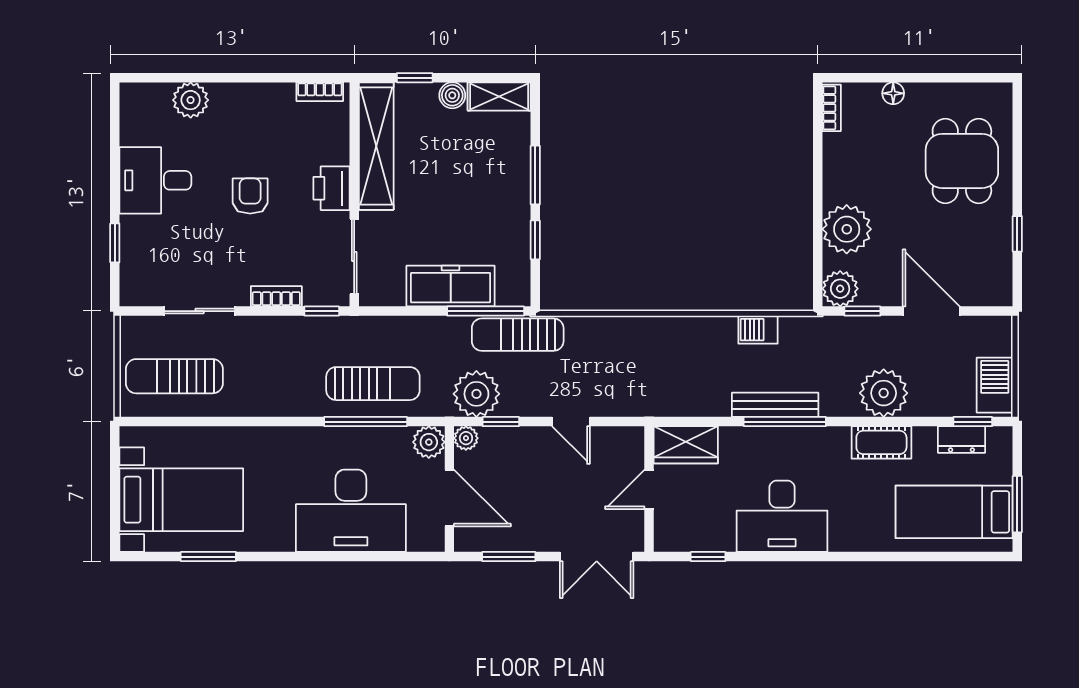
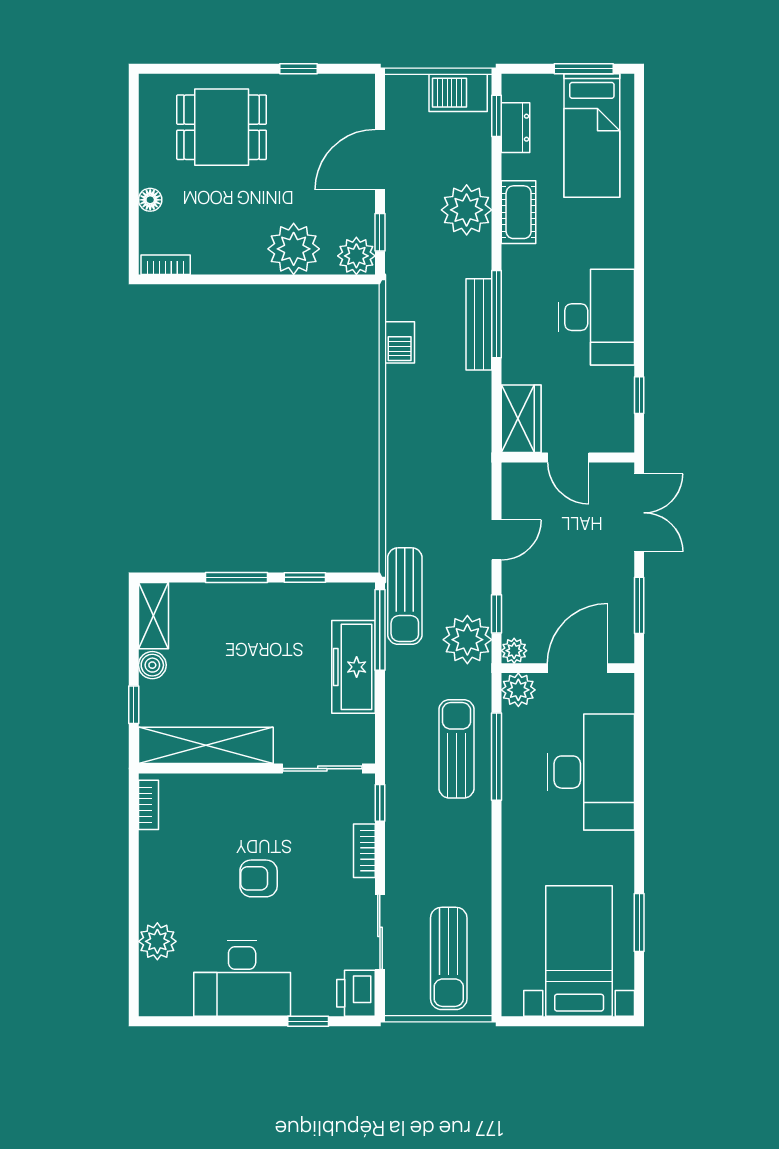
desk: (155, 180) -> (242, 978), width x1.37
printer: (332, 188) -> (356, 993), moved, turned 90

